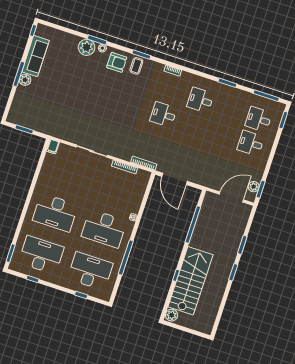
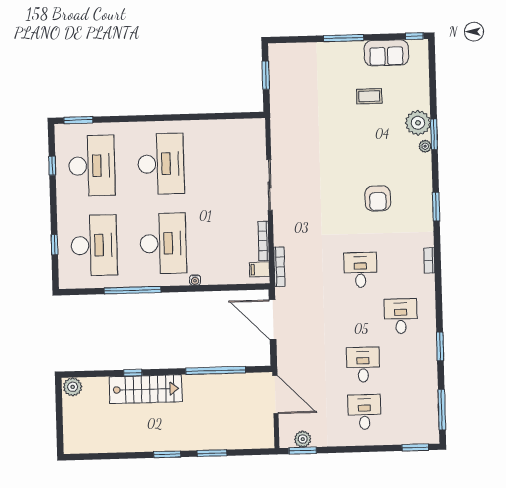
sofa: (35, 56) -> (386, 53), width x0.73
armchair: (117, 62) -> (378, 198), moved
coffee table: (136, 66) -> (369, 96), moved
plant: (25, 80) -> (338, 50), removed
desk: (259, 119) -> (363, 365), moved
filing cabinet: (53, 147) -> (260, 269), moved
door: (174, 179) -> (273, 320), hinge flipped
door: (231, 197) -> (275, 395), moved
desk: (55, 213) -> (161, 164), turned 180
desk: (104, 229) -> (163, 243), turned 180
stairs: (190, 281) -> (146, 389), width x0.73, depth x0.66

